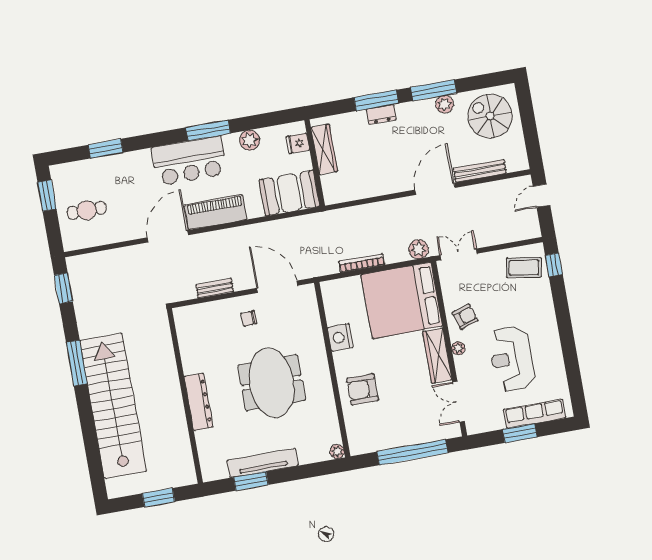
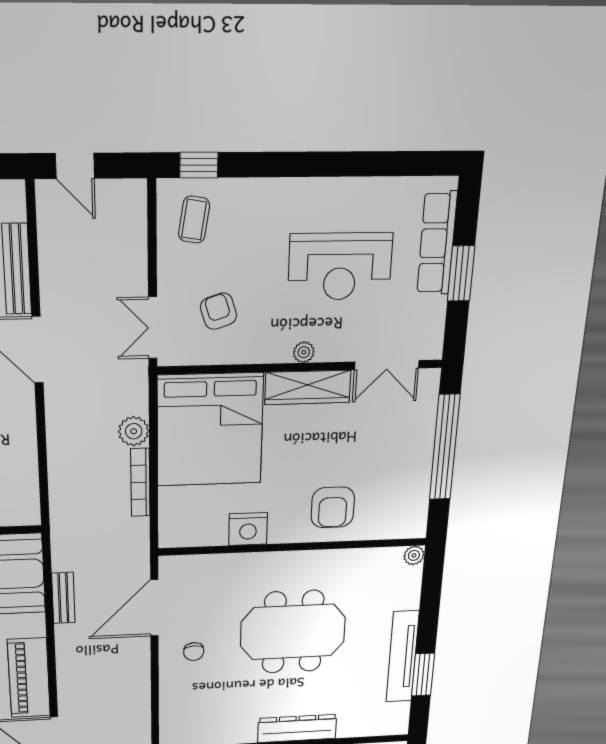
plant: (419, 249) -> (134, 431), moved
coffee table: (524, 268) -> (194, 220), width x0.73, depth x0.77
bench: (215, 288) -> (63, 598), moved
armchair: (465, 317) -> (219, 311), moved

